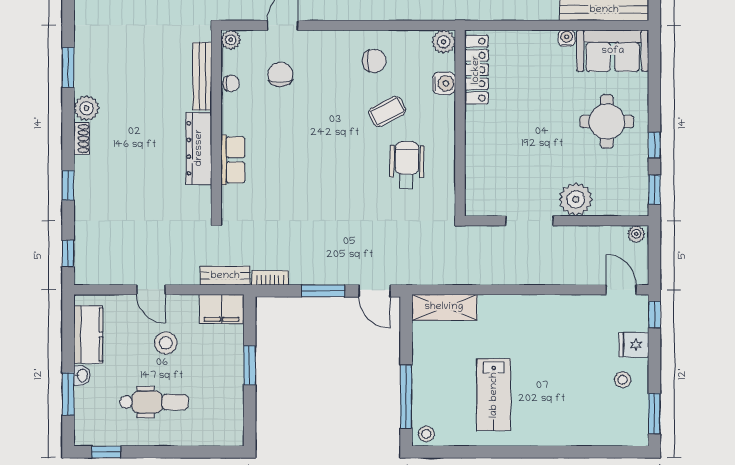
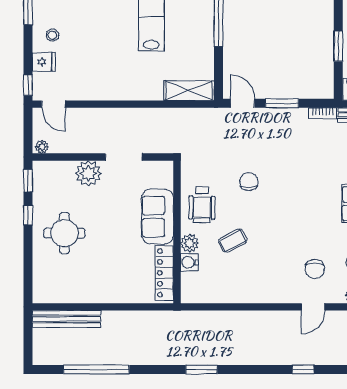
water cooler: (567, 38) -> (95, 297), removed
plant: (444, 42) -> (190, 243), moved
sofa: (613, 51) -> (158, 217), moved, turned -90
chair: (374, 61) -> (249, 182), moved, turned 90
wheelchair: (407, 165) -> (202, 205), moved

